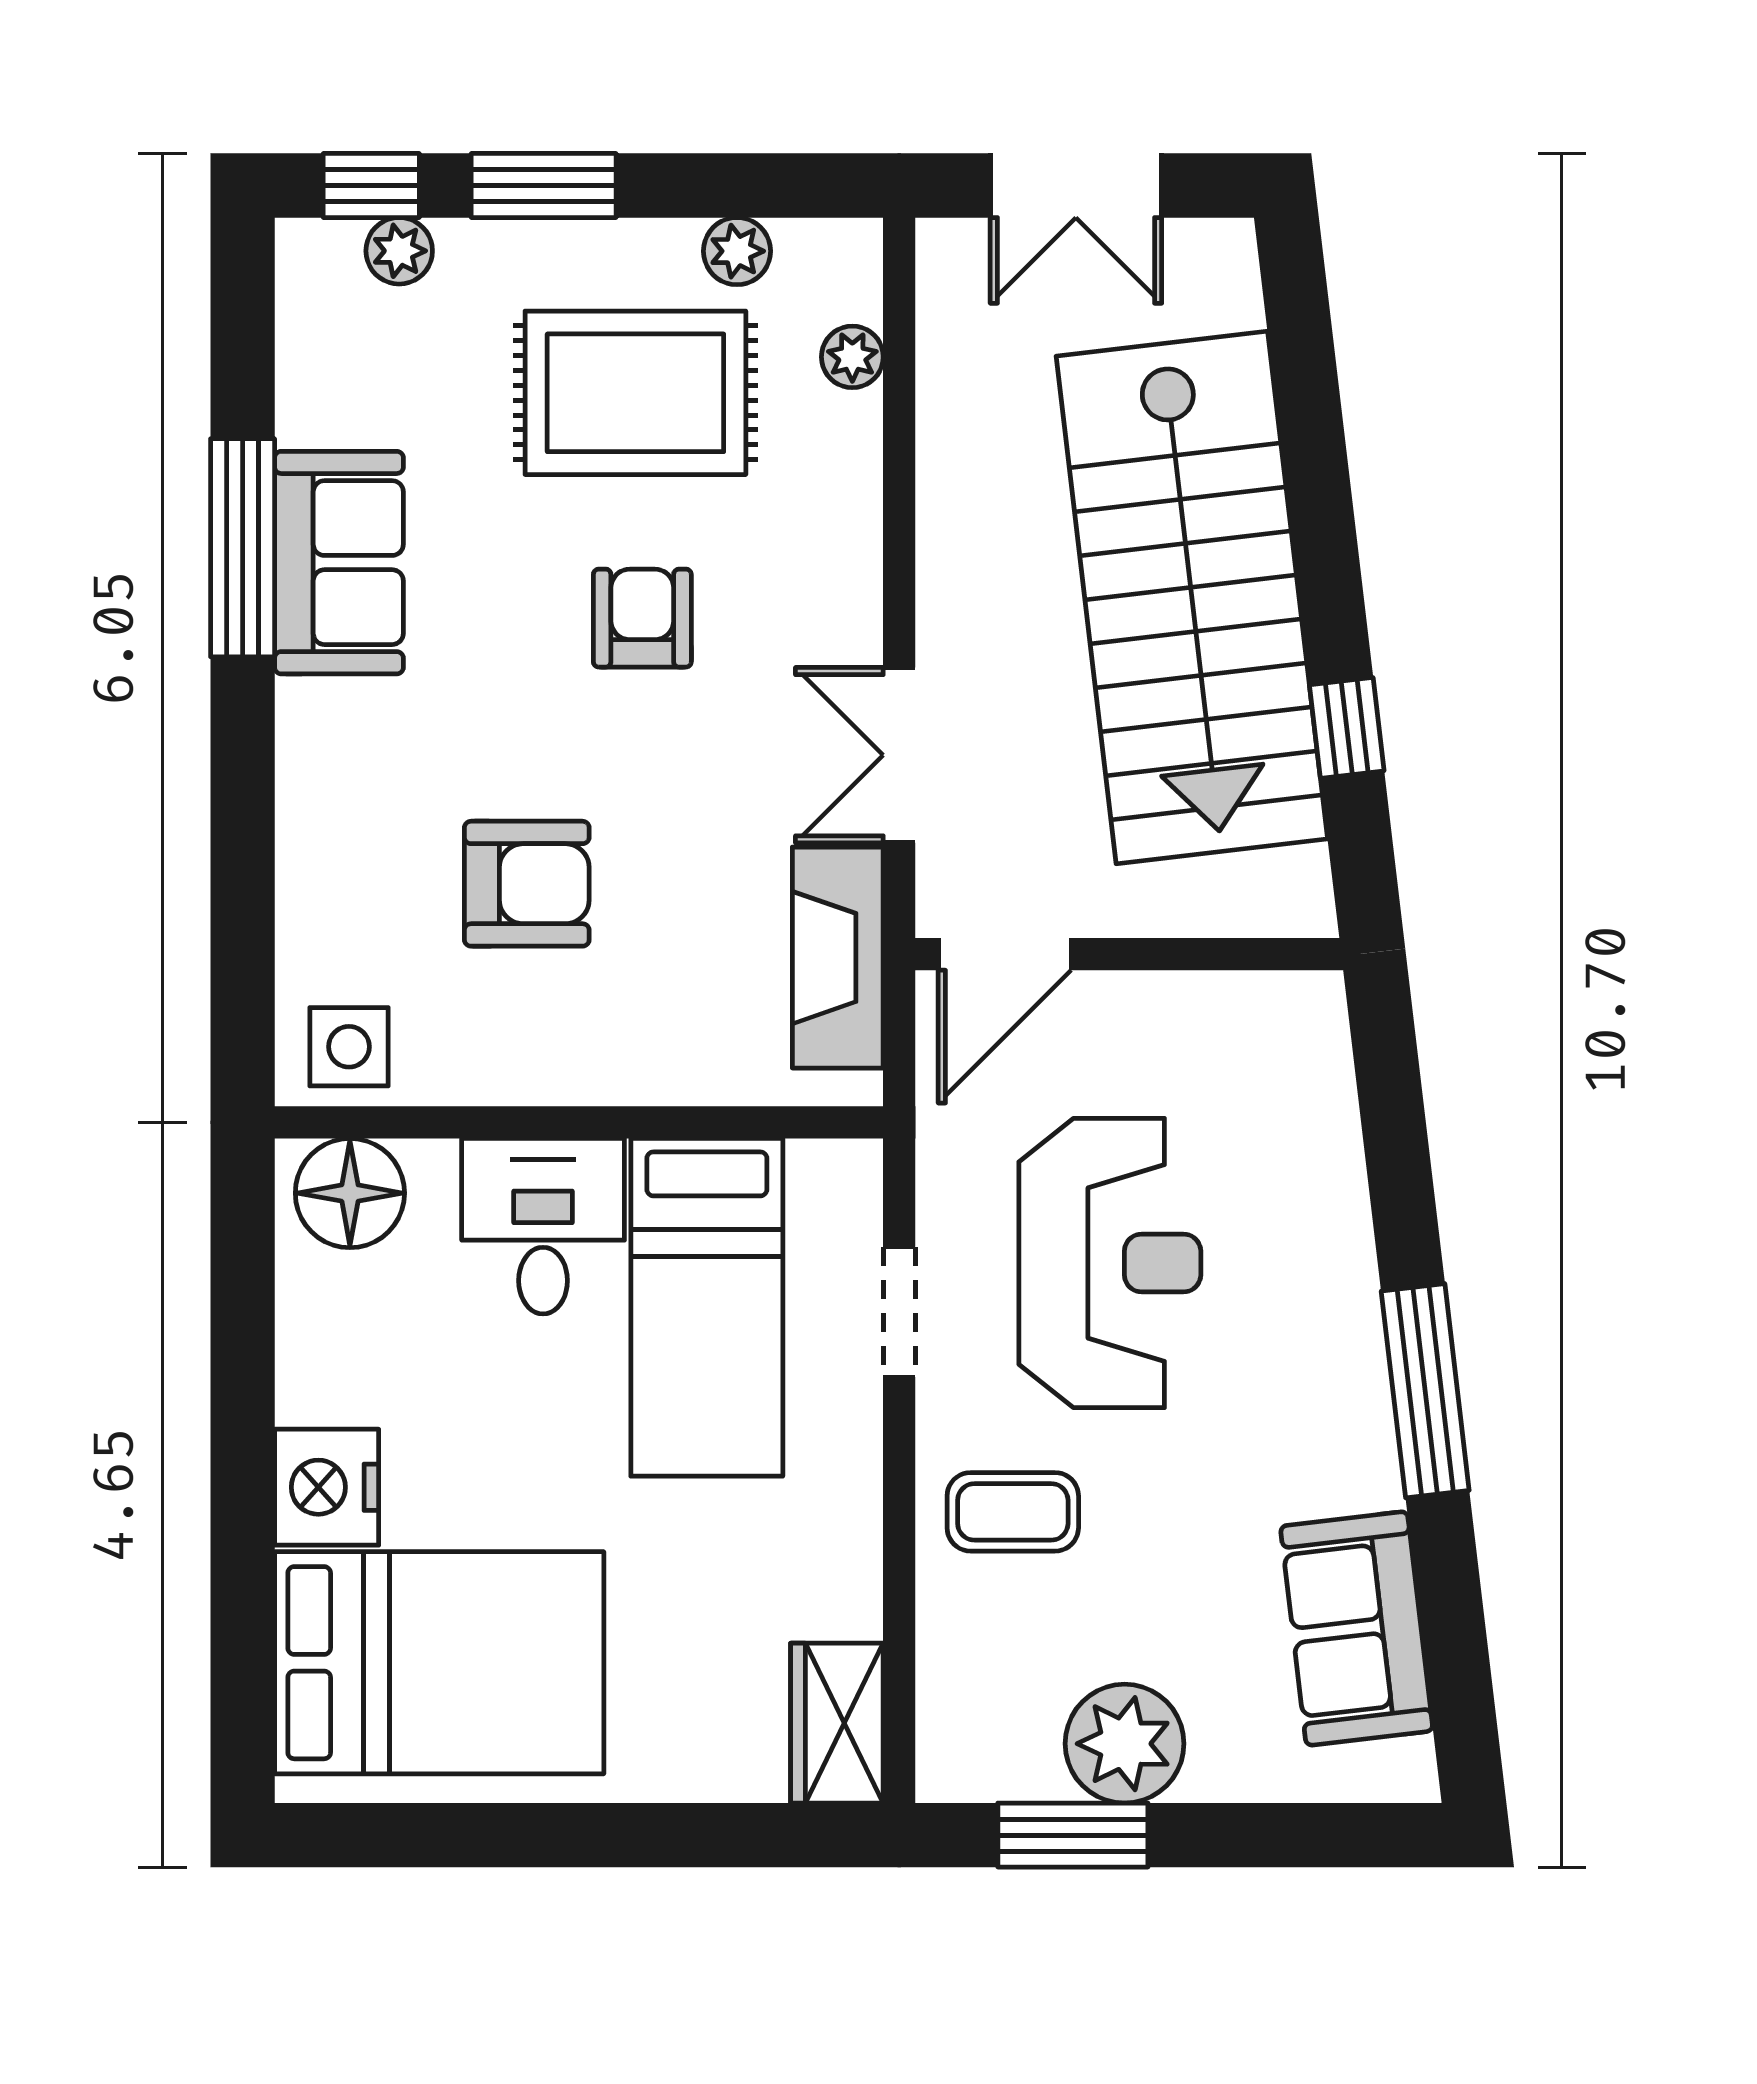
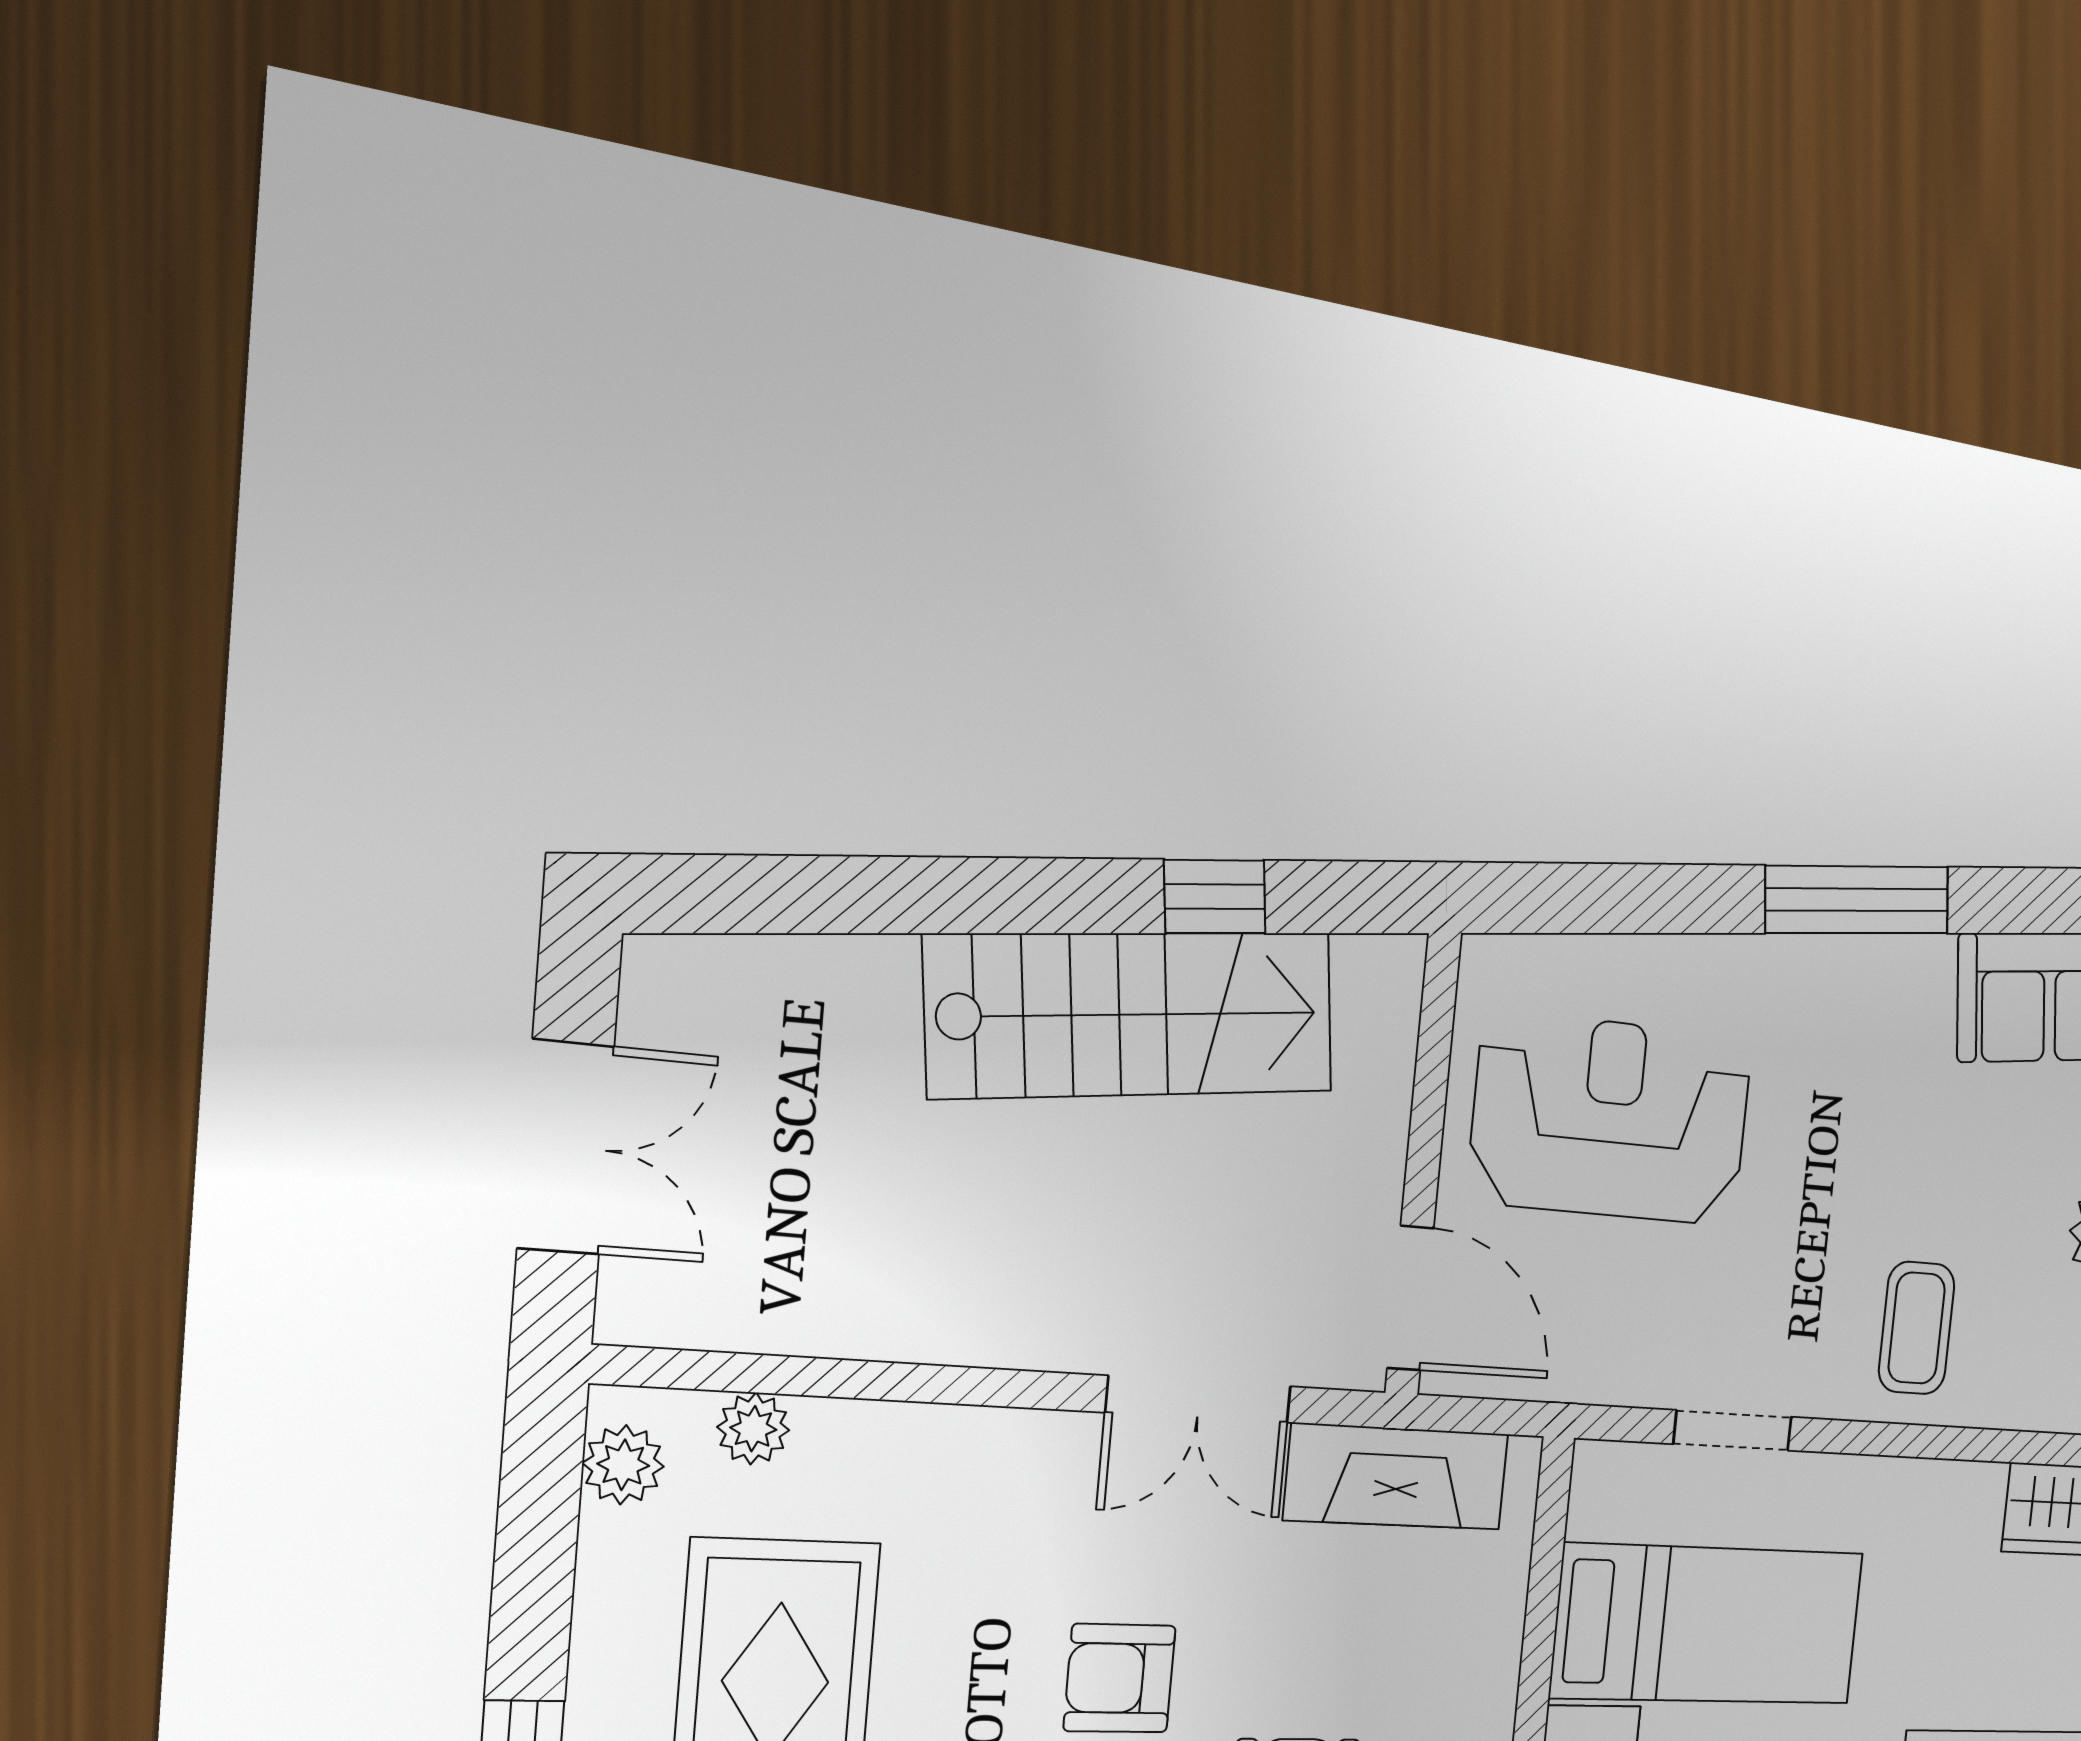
plant: (737, 251) -> (623, 1465), moved
stairs: (1192, 598) -> (1133, 1014), width x0.73, depth x0.66
armchair: (642, 618) -> (1120, 1678), moved
reception desk: (1110, 1263) -> (1611, 1119), moved

